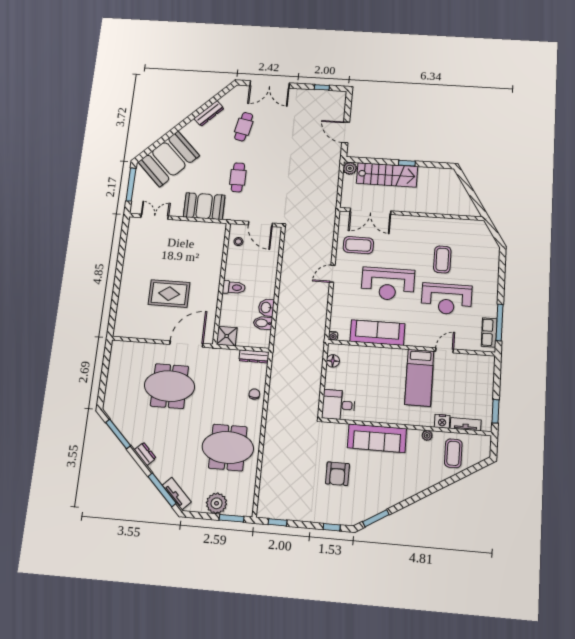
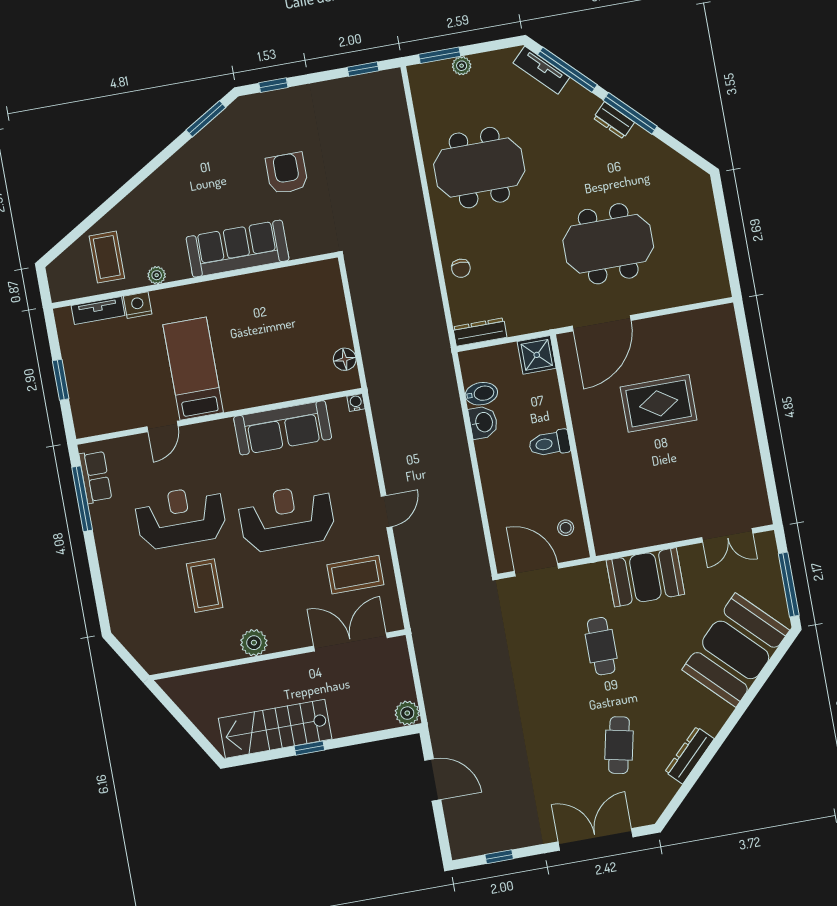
stairs: (387, 175) -> (275, 729), moved
plant: (423, 223) -> (254, 643), added
desk: (338, 405) -> (315, 287), removed
window: (495, 411) -> (61, 380), moved
window: (118, 434) -> (630, 113), moved
plant: (217, 503) -> (462, 66), width x0.53, depth x0.53

